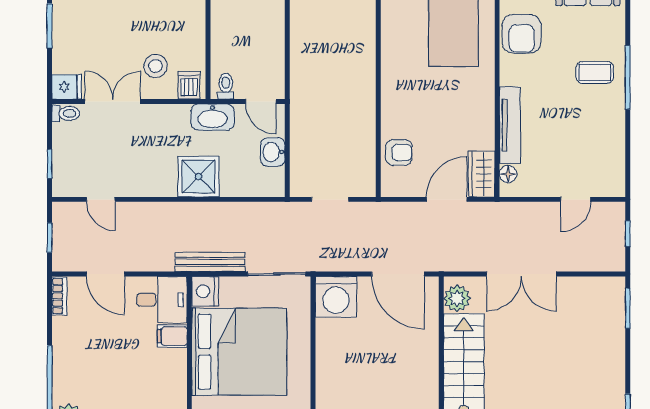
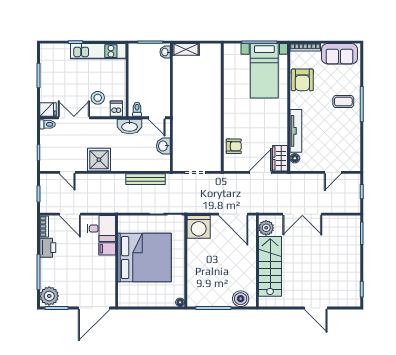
shower: (199, 177) -> (99, 160), moved
bench: (210, 262) -> (146, 179), moved
nightstand: (205, 291) -> (125, 224), removed
printer: (66, 334) -> (48, 248), added

